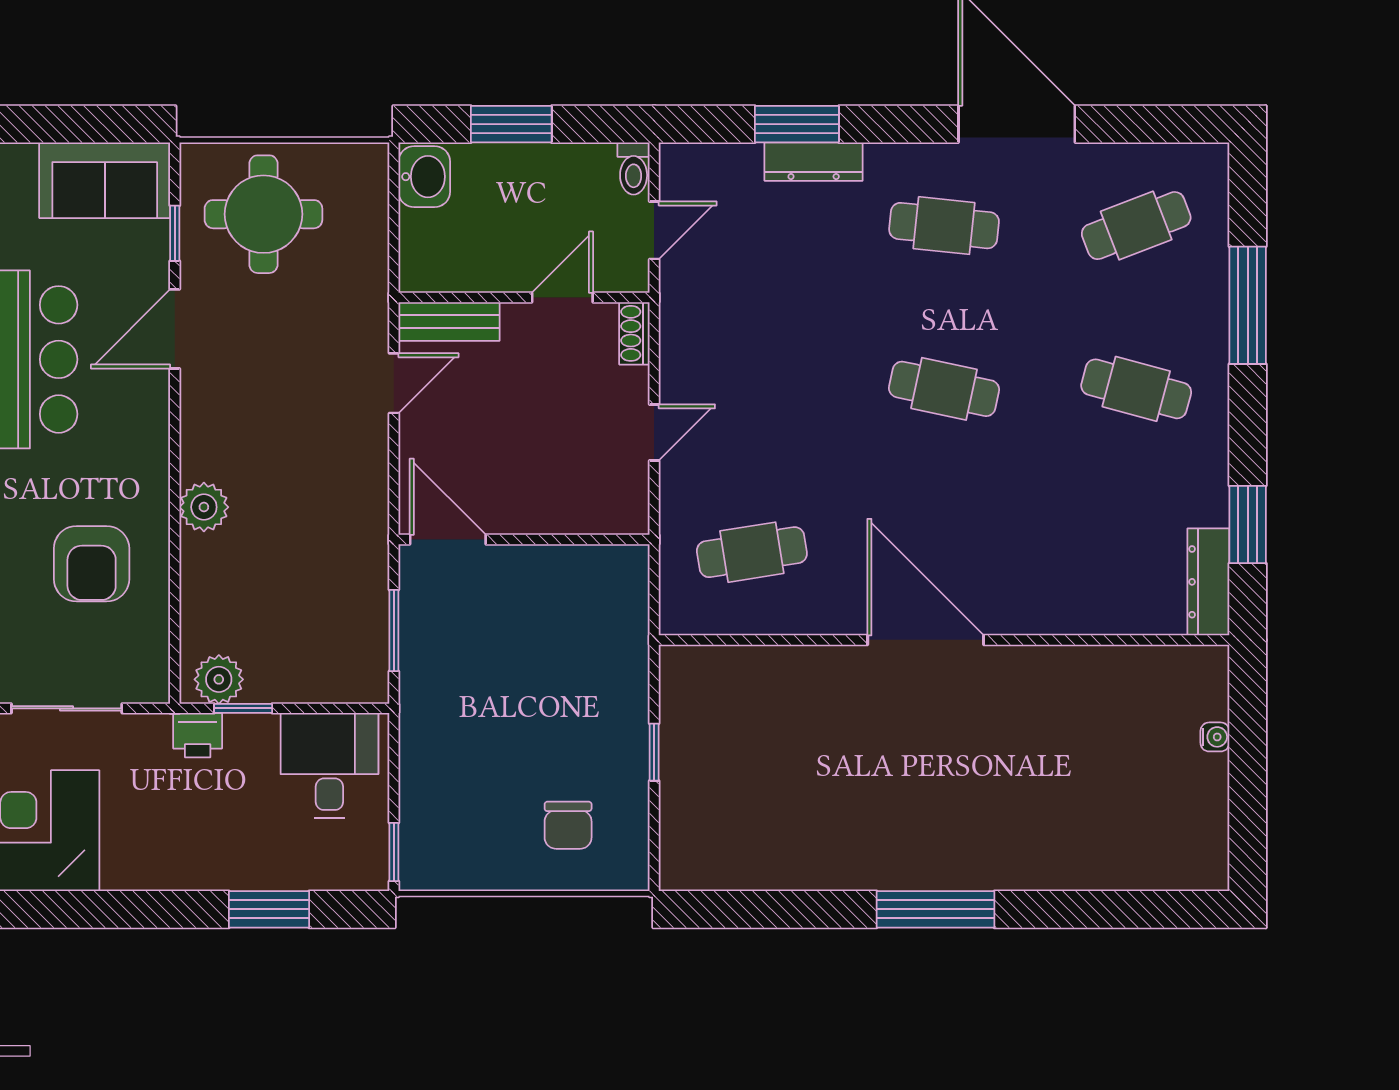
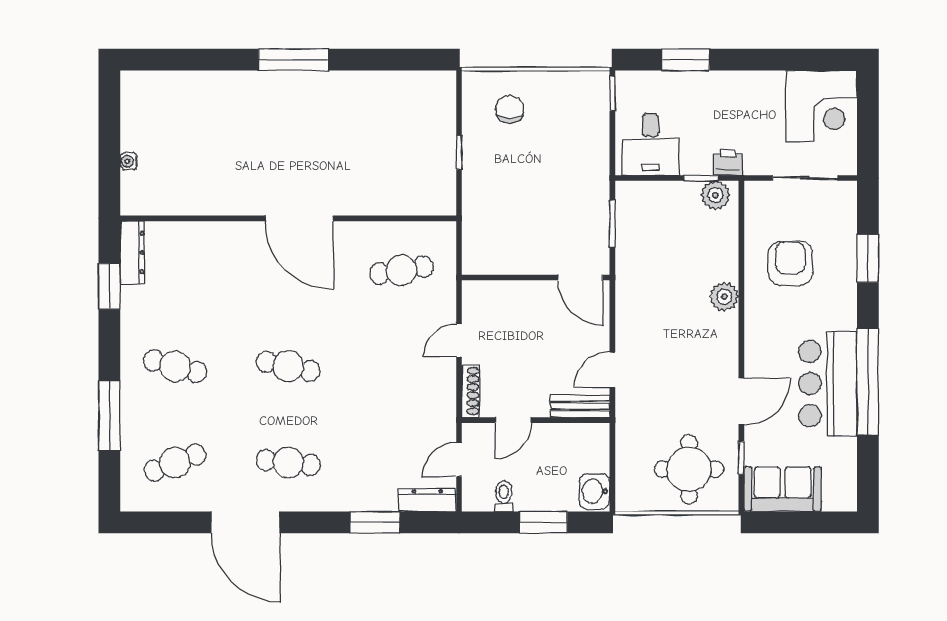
dresser: (814, 162) -> (427, 500), moved
toilet: (634, 168) -> (504, 496), moved
shoe rack: (634, 333) -> (471, 391), width x1.43

